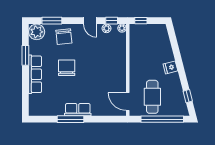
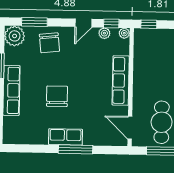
door: (90, 21) -> (83, 23), hinge flipped
row of seats: (120, 65) -> (121, 81), added
chair: (67, 68) -> (57, 96), moved
window: (71, 119) -> (76, 149), moved

